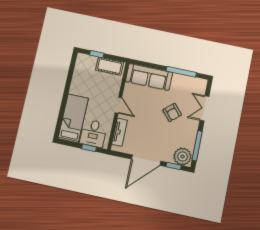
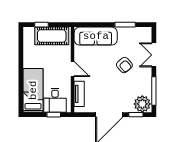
cot: (110, 66) -> (52, 36), width x1.37, depth x1.34
window: (181, 72) -> (125, 25), width x0.69

